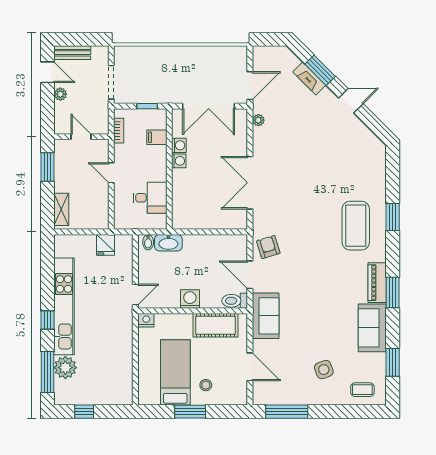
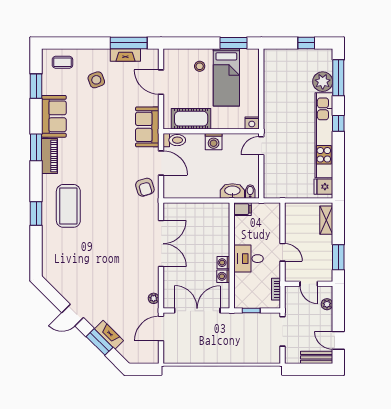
plant: (60, 94) -> (327, 304), moved
filing cabinet: (157, 137) -> (242, 209), moved
desk: (150, 198) -> (248, 259), moved
fridge: (105, 245) -> (323, 187), moved, turned -90
fireplace: (291, 398) -> (125, 55), added
window: (190, 412) -> (233, 43), moved

